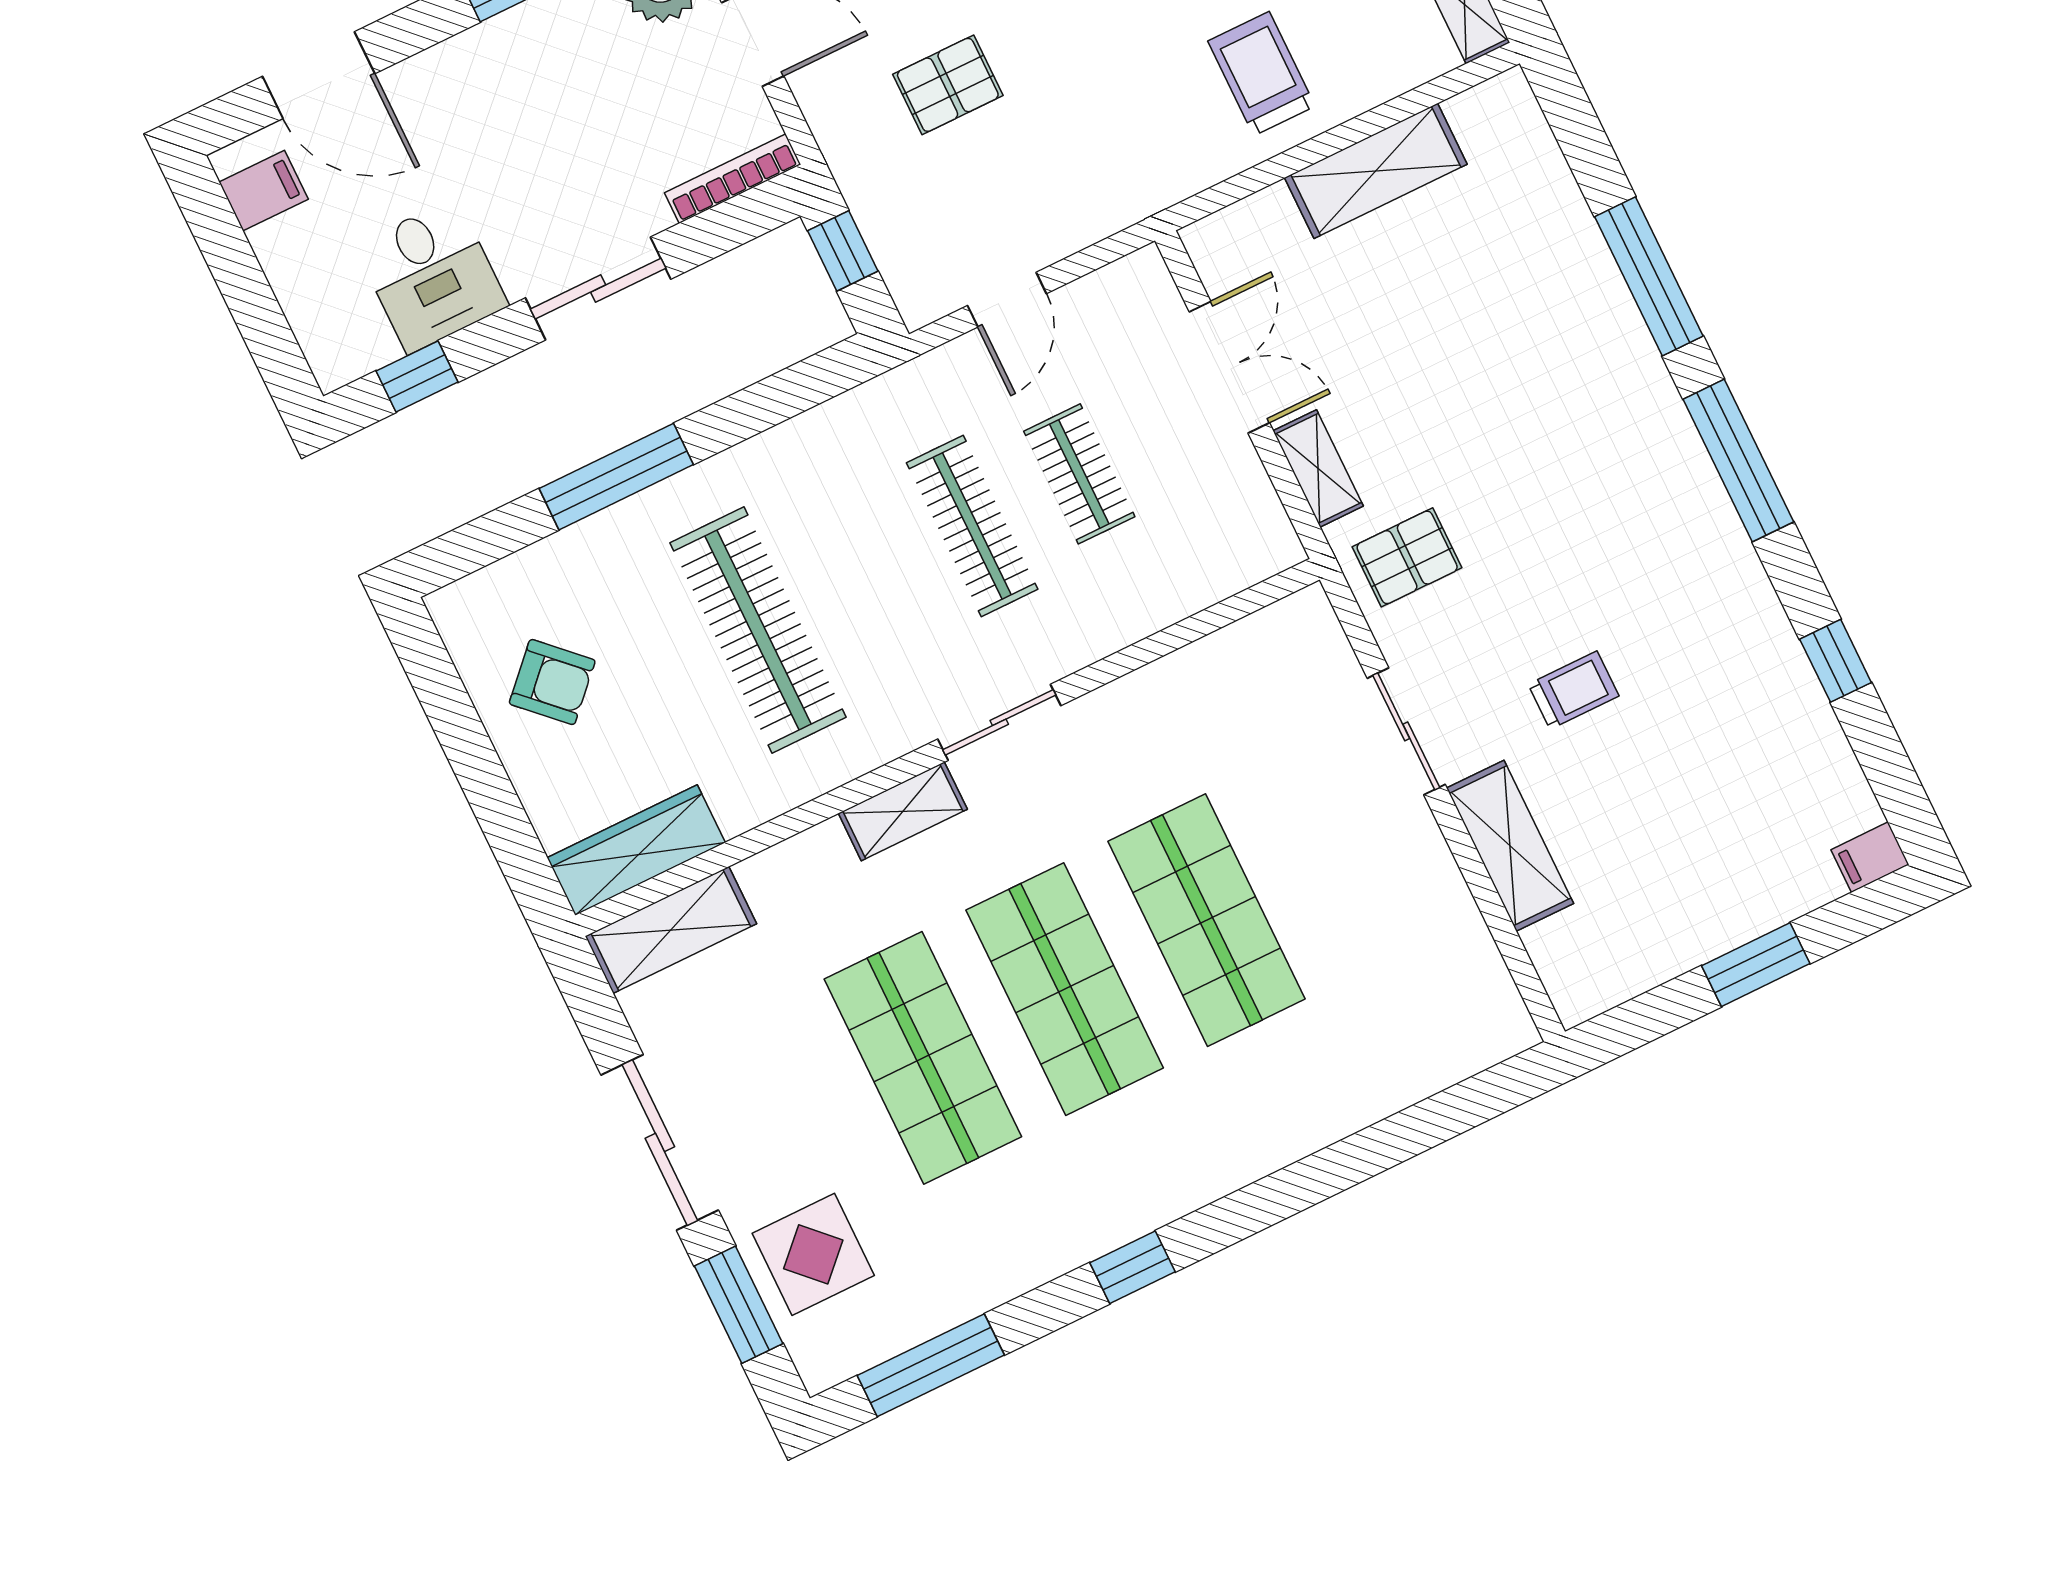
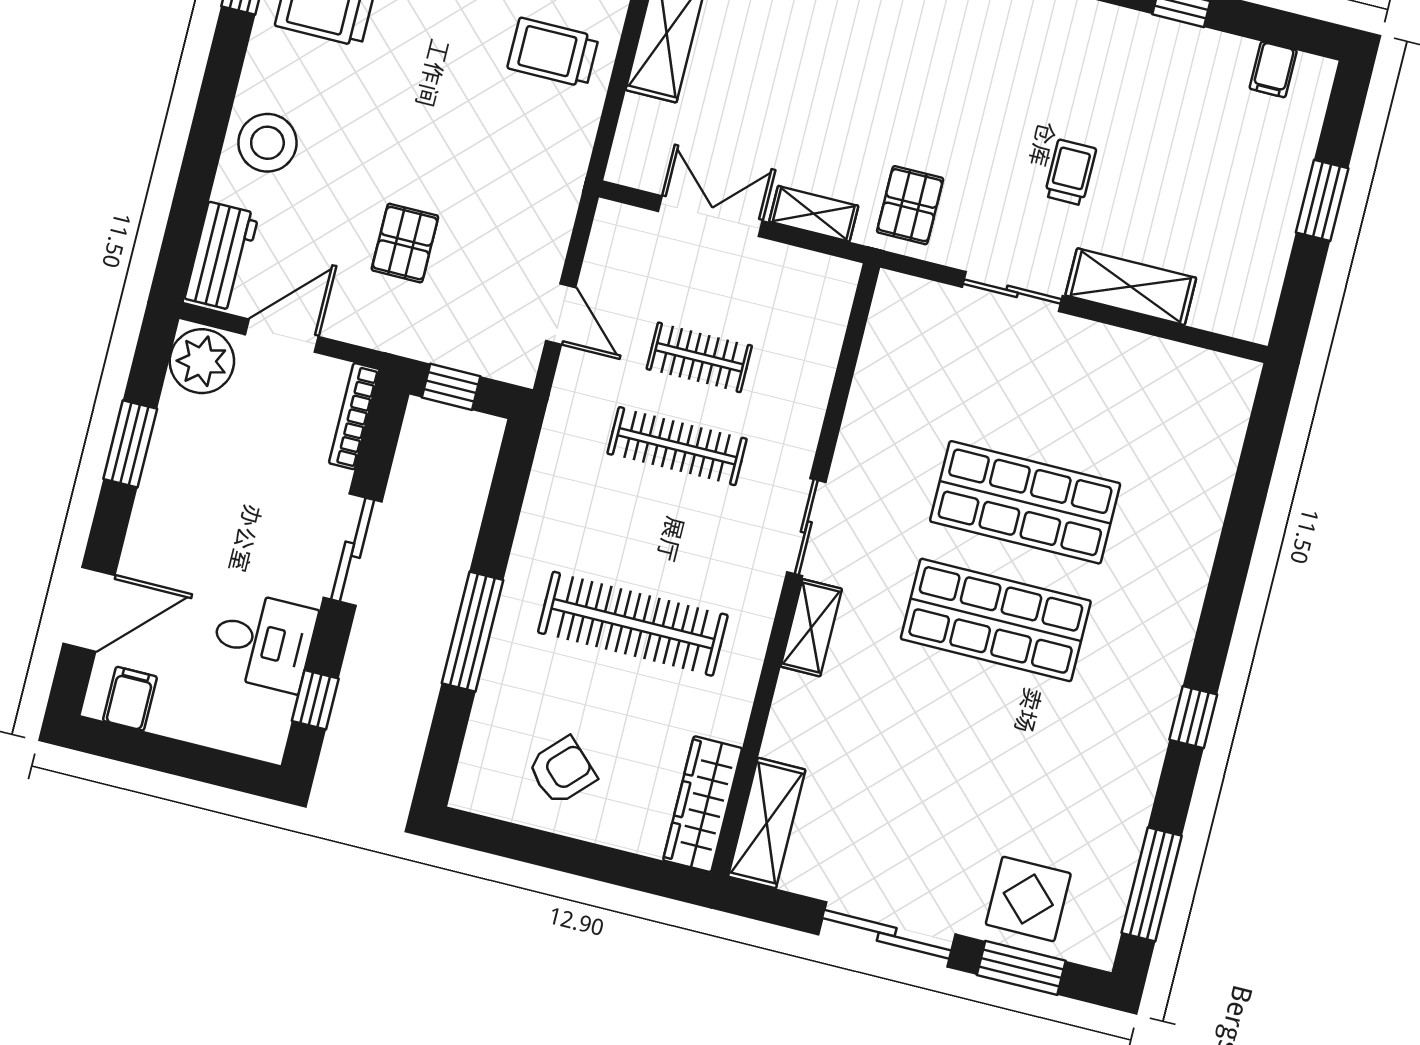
filing cabinet: (1870, 857) -> (1273, 70), moved
shop shelf: (923, 1058) -> (966, 737), removed

